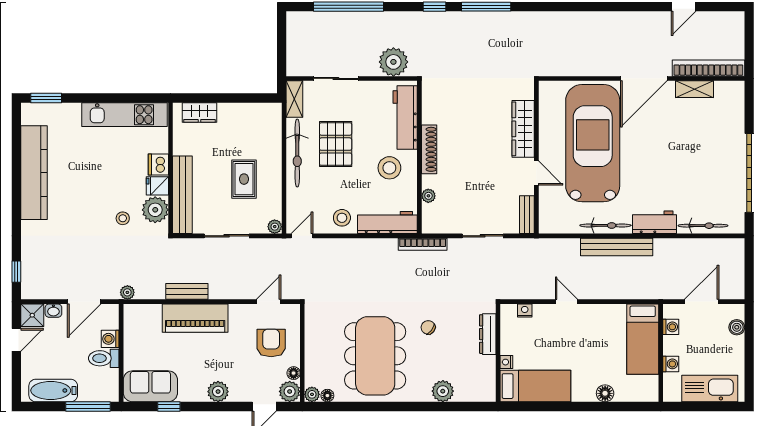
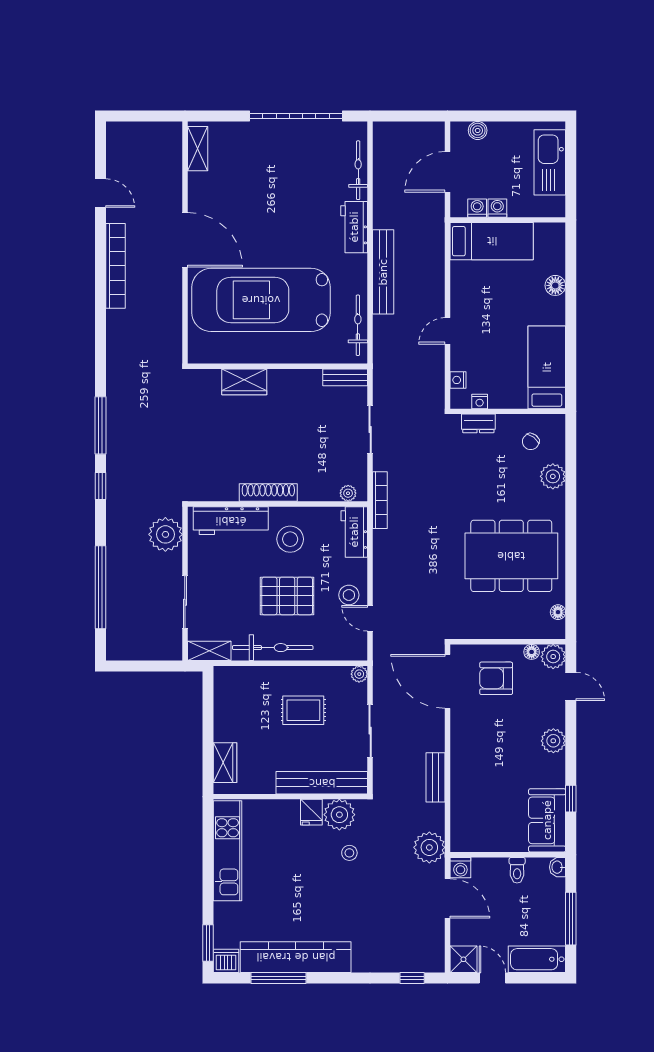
bookcase: (708, 68) -> (115, 266), moved, turned 180
shelving: (695, 89) -> (198, 149), moved
wardrobe: (523, 129) -> (244, 382), width x0.67
pallet: (336, 144) -> (287, 596), moved
window: (16, 158) -> (278, 978), added
dishwasher: (158, 165) -> (226, 961), moved, turned 180
door: (536, 173) -> (296, 366), removed
plant: (428, 196) -> (348, 493), moved
workbench: (387, 222) -> (354, 532), width x0.73
bicycle: (605, 225) -> (358, 325), moved
door: (302, 236) -> (370, 618), moved
plant: (127, 292) -> (429, 847), width x1.88, depth x1.88
door: (269, 302) -> (448, 681), width x1.88
door: (702, 302) -> (448, 172), hinge flipped
washbasin: (53, 311) -> (558, 867), moved, turned 180
piano: (195, 318) -> (467, 768), removed
chair: (428, 327) -> (531, 442), moved
dresser: (488, 334) -> (478, 423), width x0.70
washing machine: (110, 339) -> (460, 868), moved
toilet: (104, 358) -> (517, 870), width x0.73, depth x0.72
nightstand: (506, 362) -> (480, 401), moved
washing machine: (671, 364) -> (497, 208), moved
bathtub: (53, 390) -> (537, 959), moved, turned 90
plant: (312, 394) -> (557, 630), removed
window: (88, 406) -> (571, 919), moved

